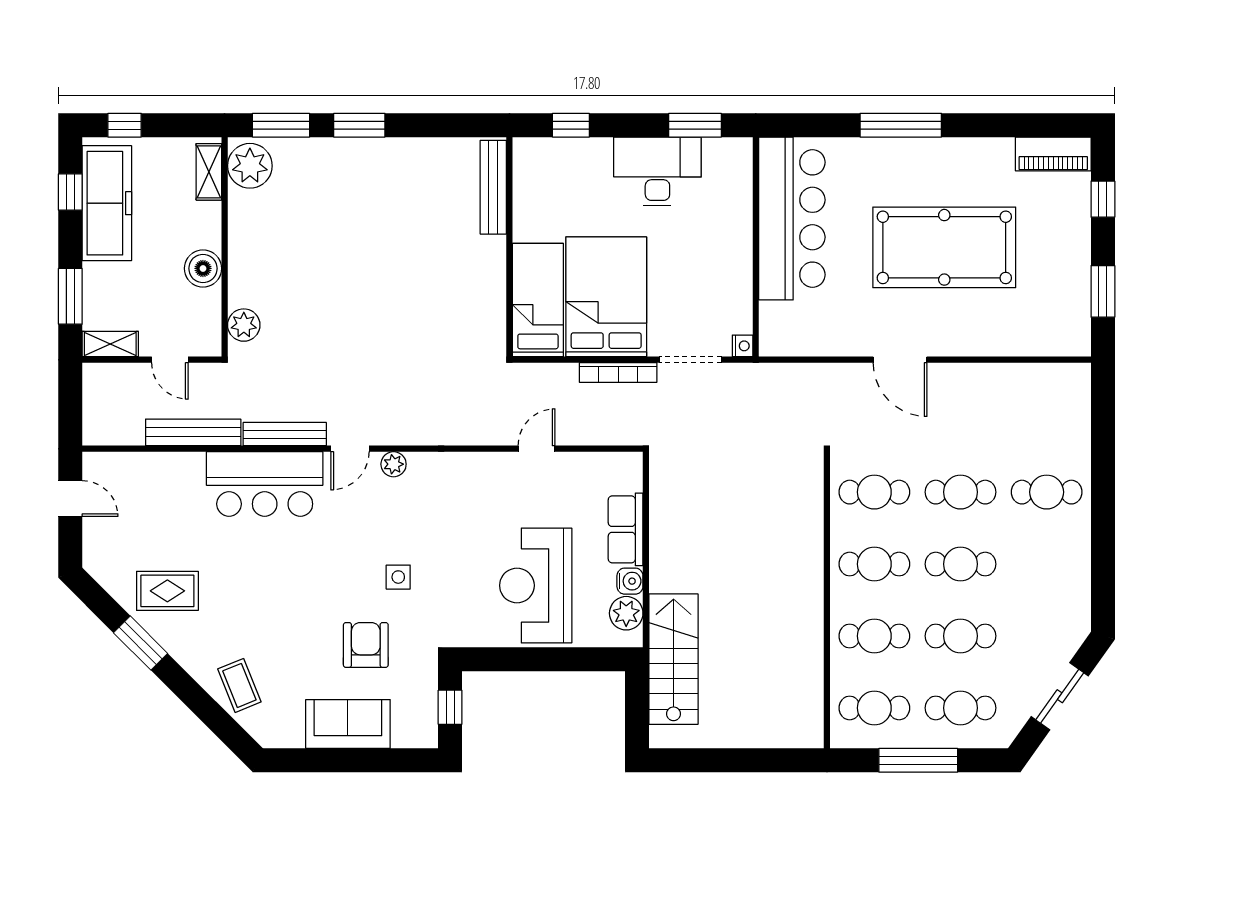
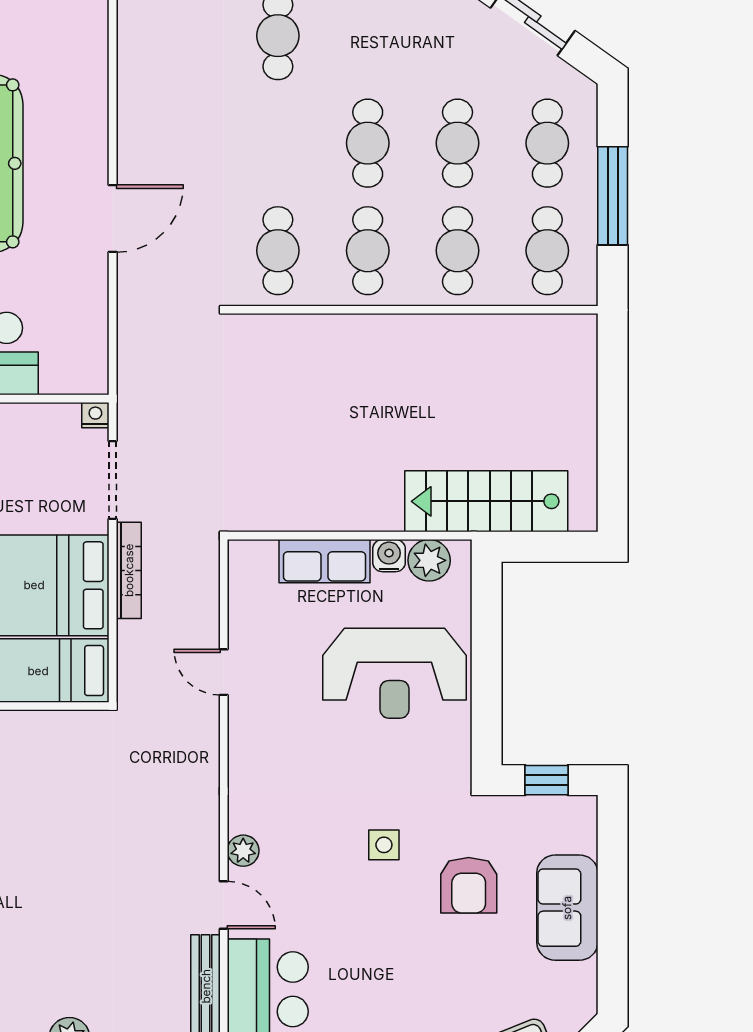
cafe table: (960, 492) -> (278, 143), removed
armchair: (366, 645) -> (469, 885), turned -90

